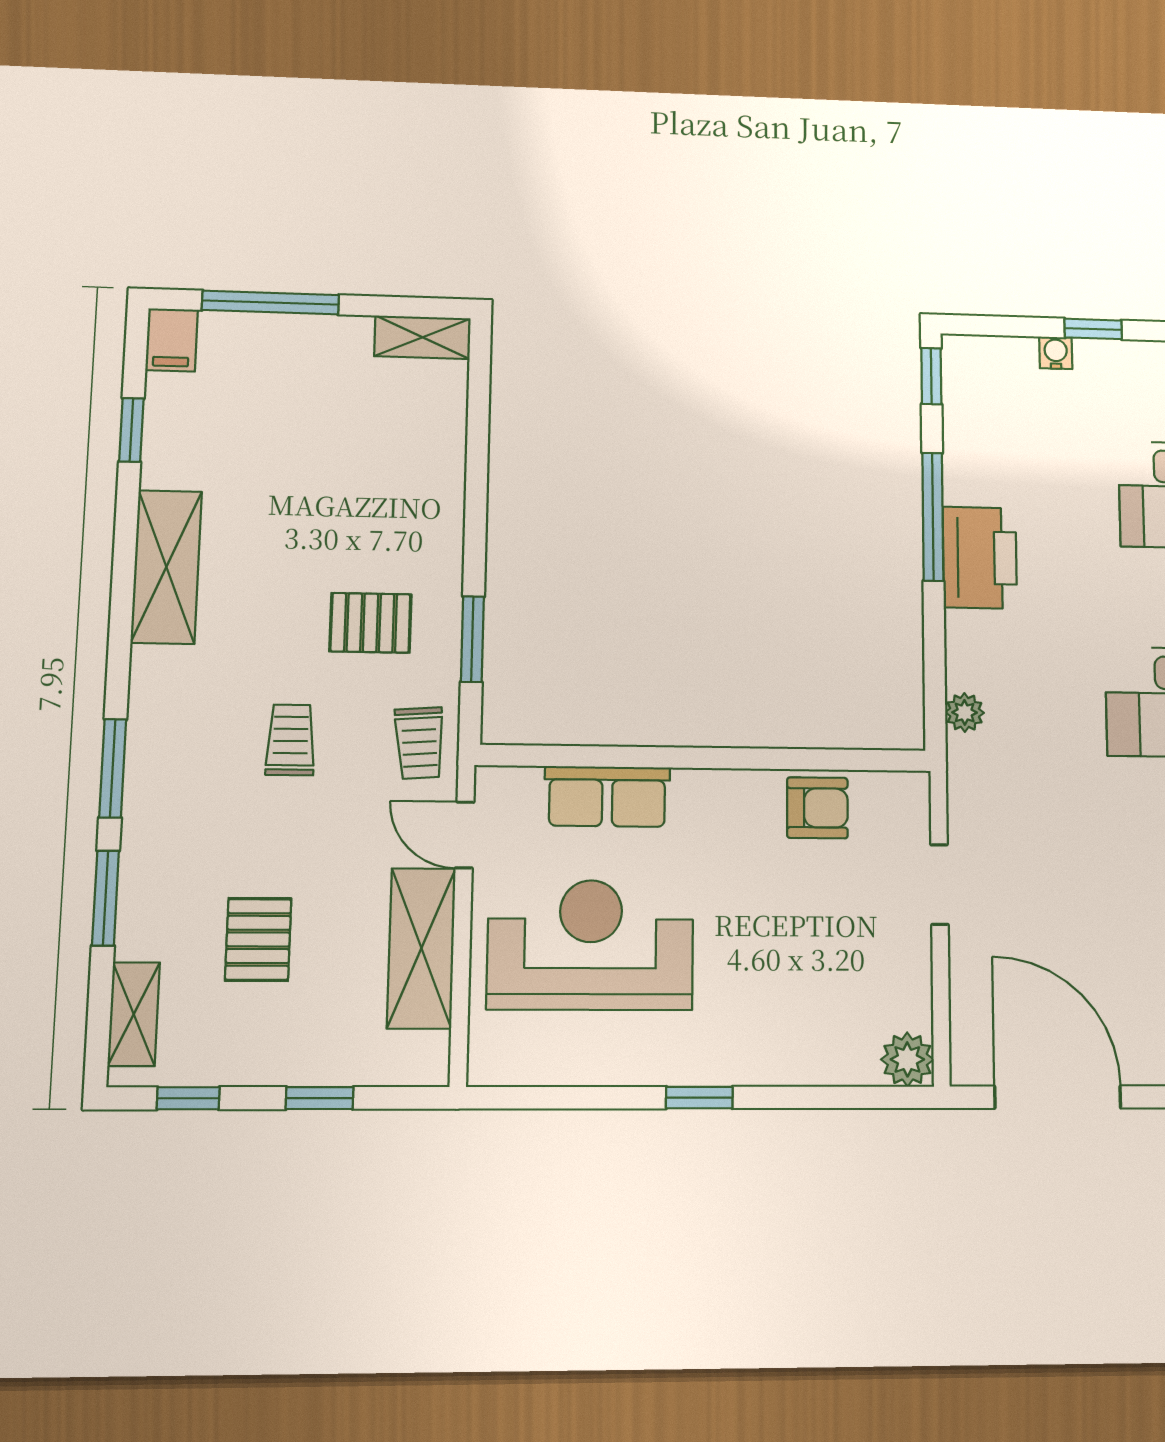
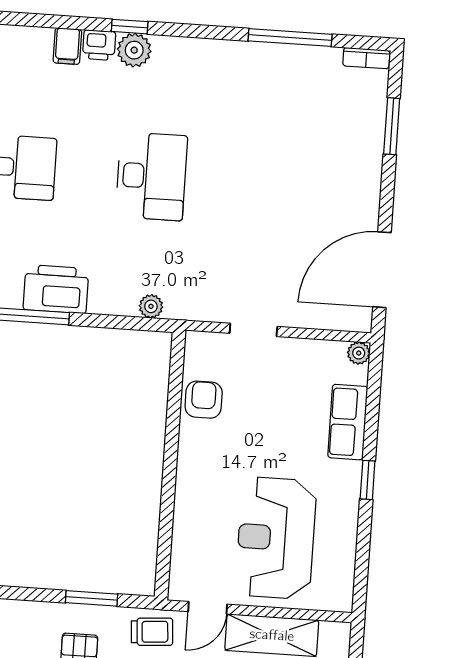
row of seats: (607, 797) -> (348, 422), moved, turned 180
plant: (907, 1059) -> (359, 353), width x0.73, depth x0.73

